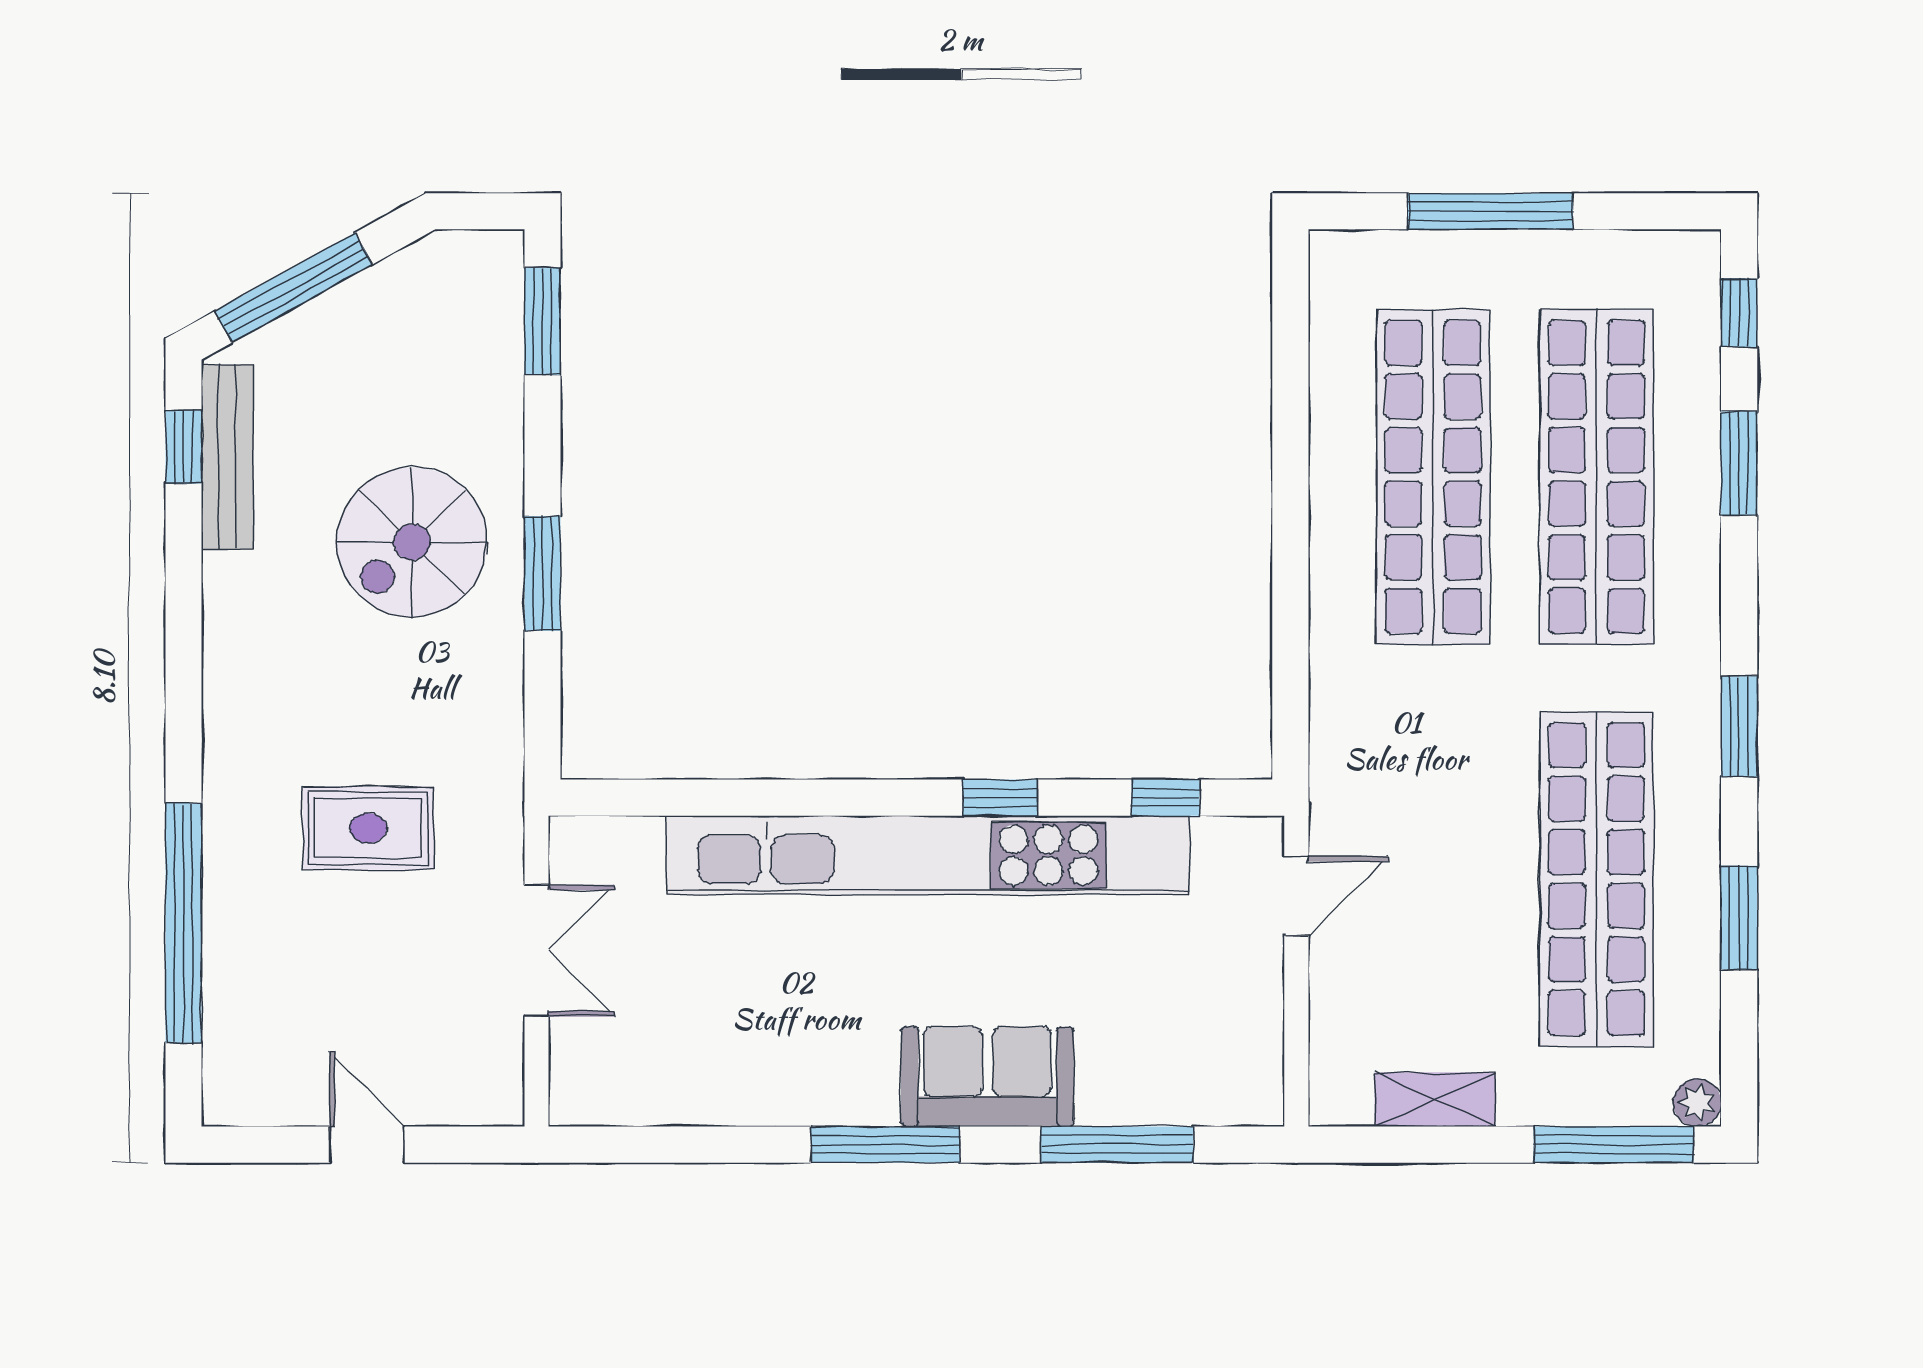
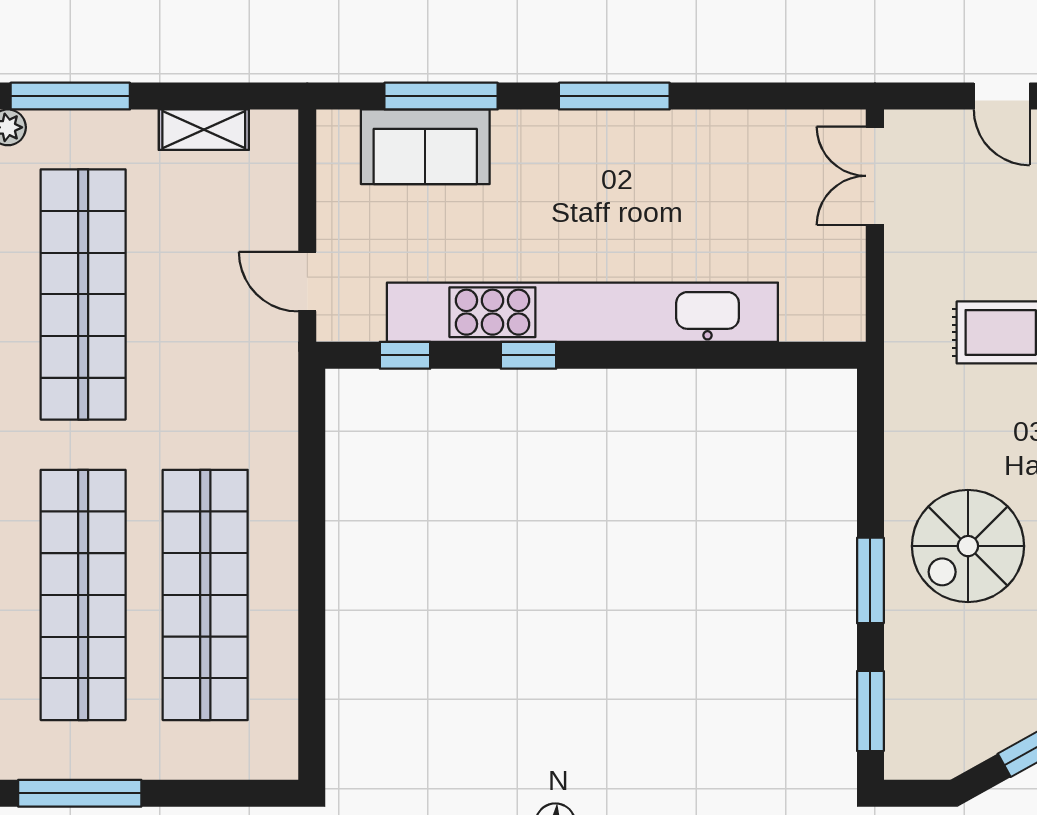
window: (1491, 211) -> (80, 793), moved
spiral stairs: (412, 542) -> (968, 546), turned 180
window: (543, 574) -> (870, 580), moved
door: (1296, 896) -> (307, 282), hinge flipped
double door: (537, 951) -> (875, 176), moved
sofa: (987, 1077) -> (425, 147), moved

